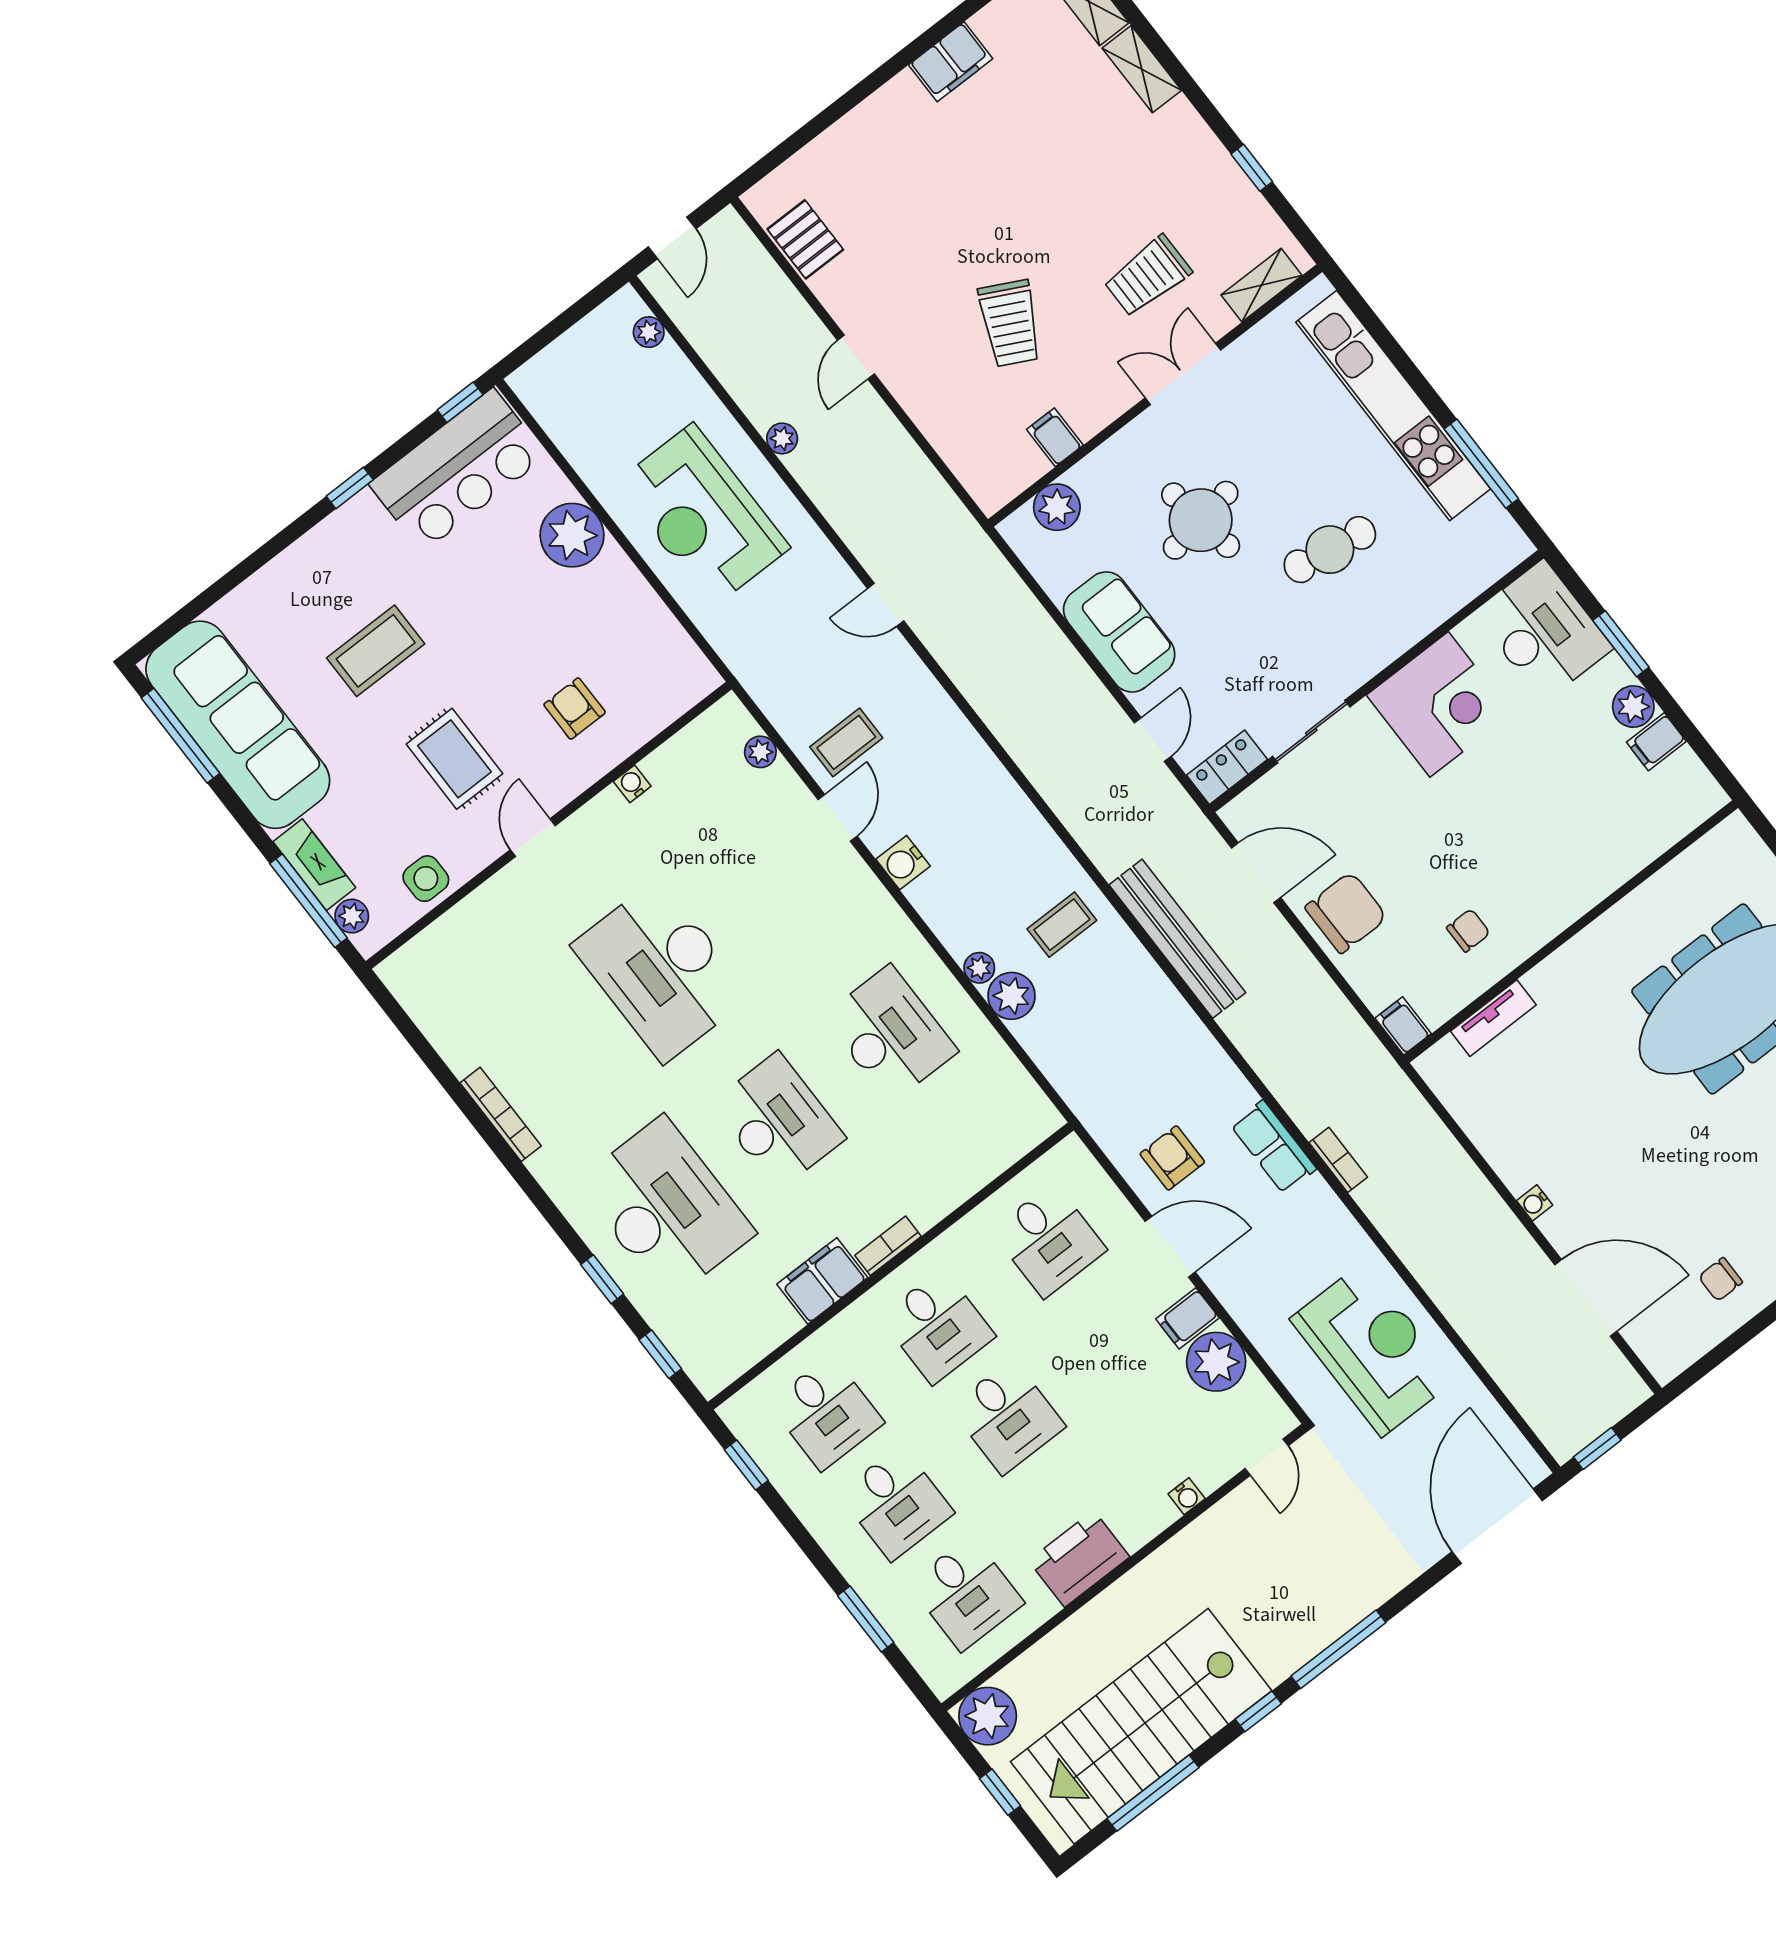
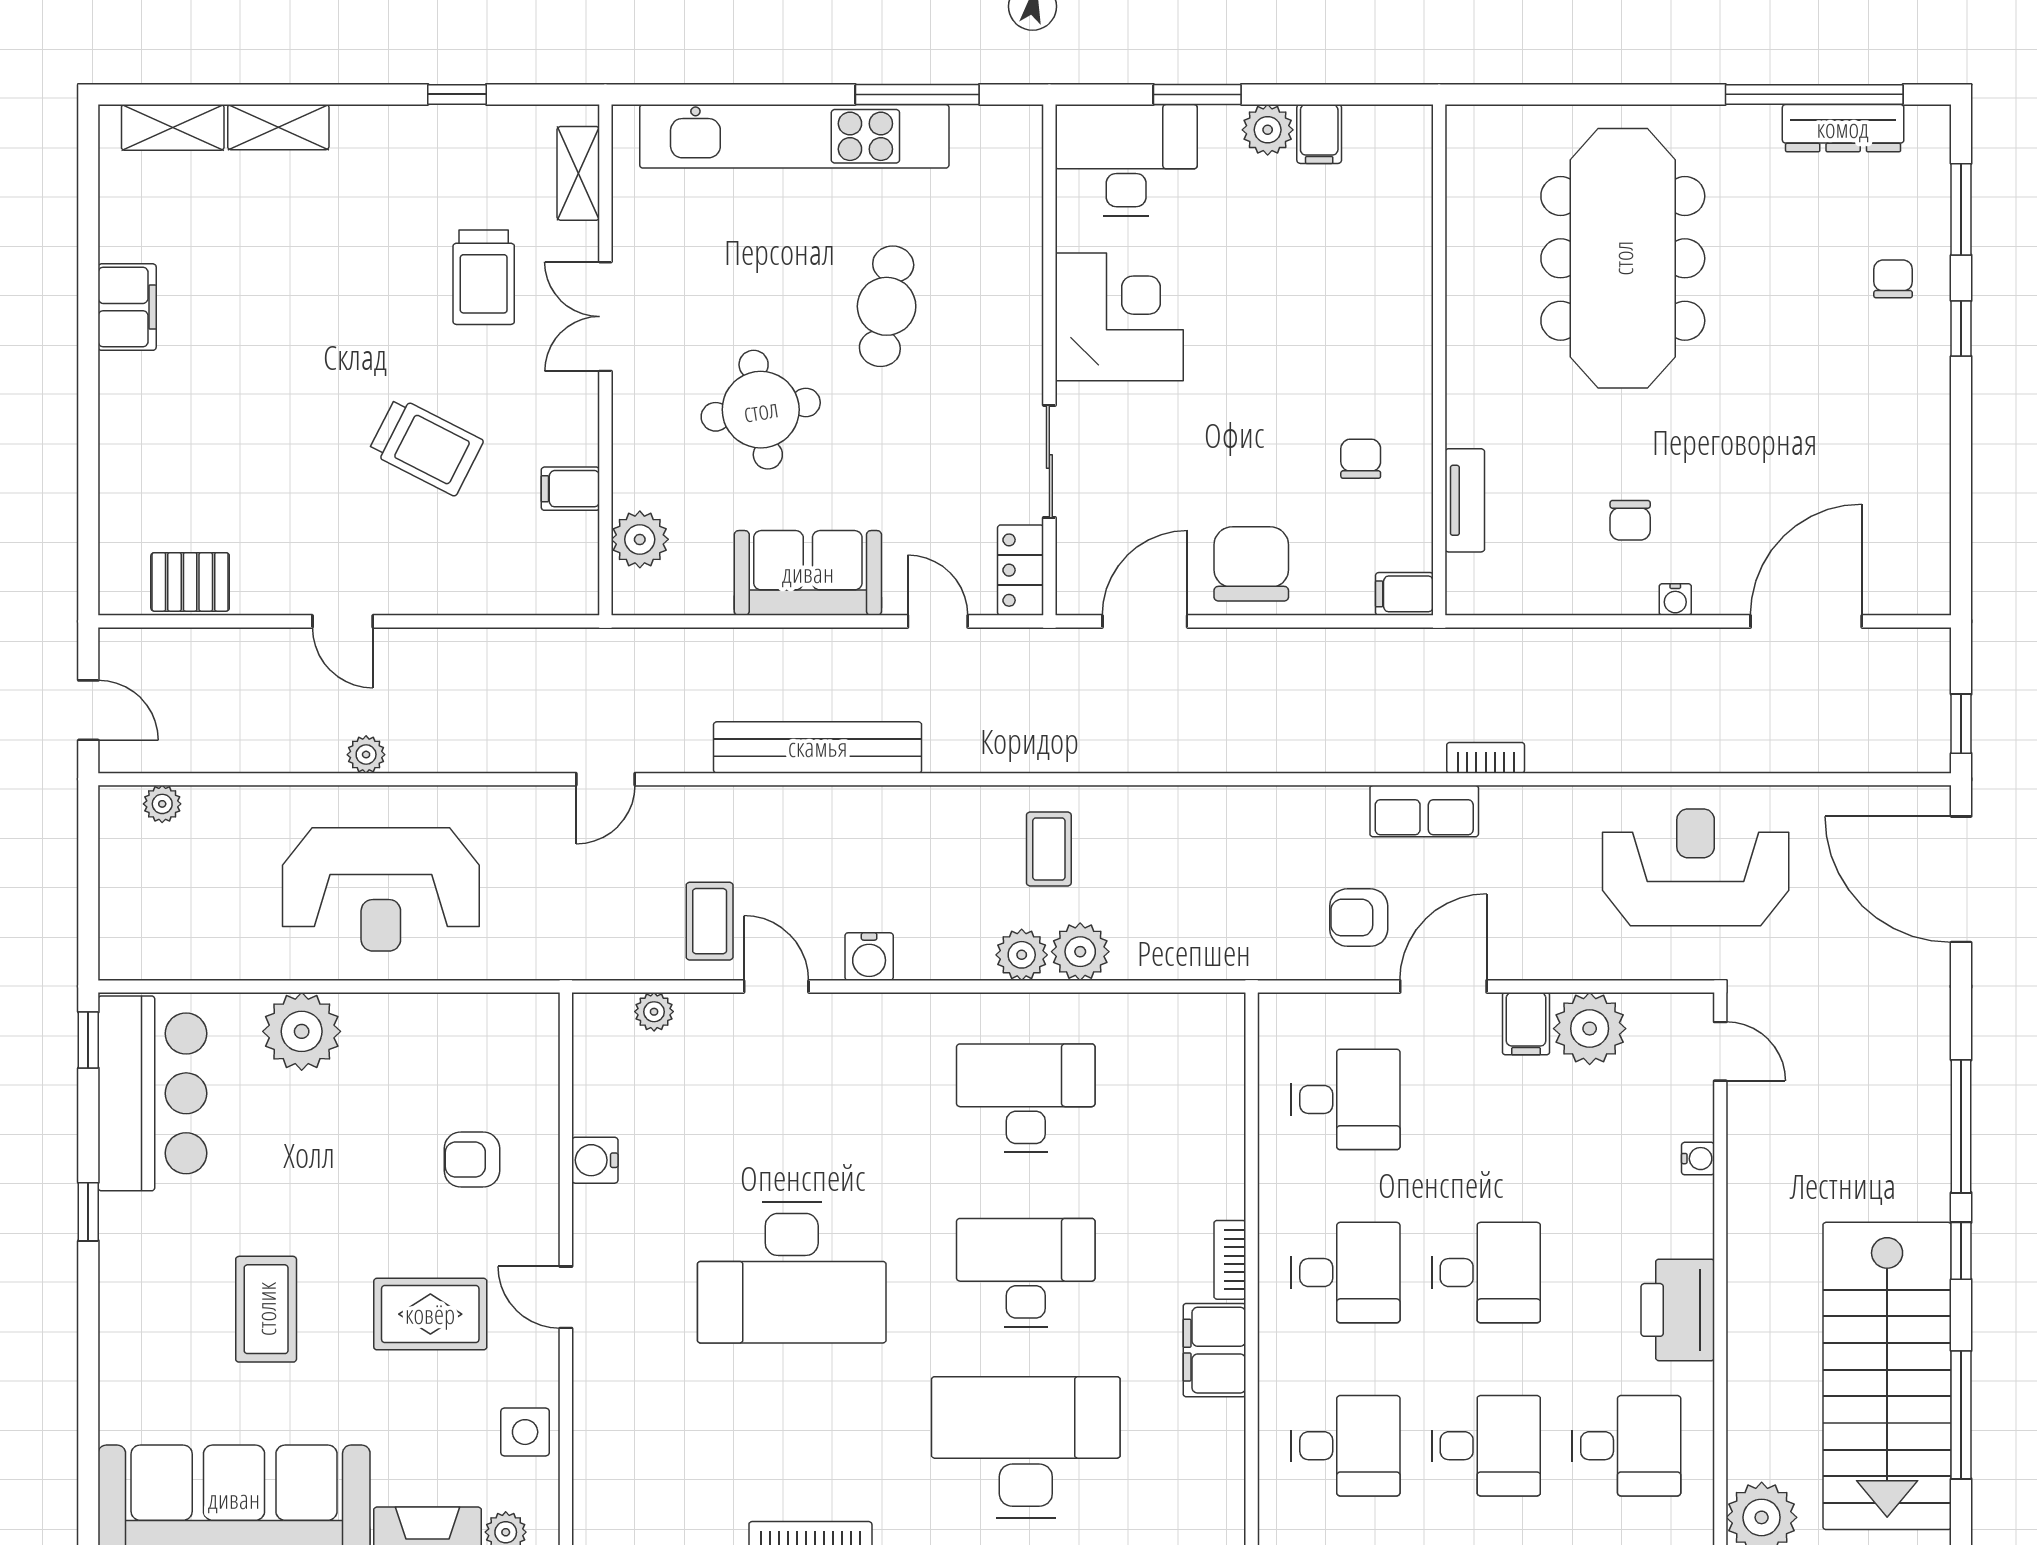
water cooler: (632, 784) -> (595, 1160), width x1.38, depth x1.38
bench: (1177, 939) -> (818, 747), moved
plant: (979, 968) -> (1022, 955), width x1.38, depth x1.38
chair: (1720, 1279) -> (1630, 520), moved

